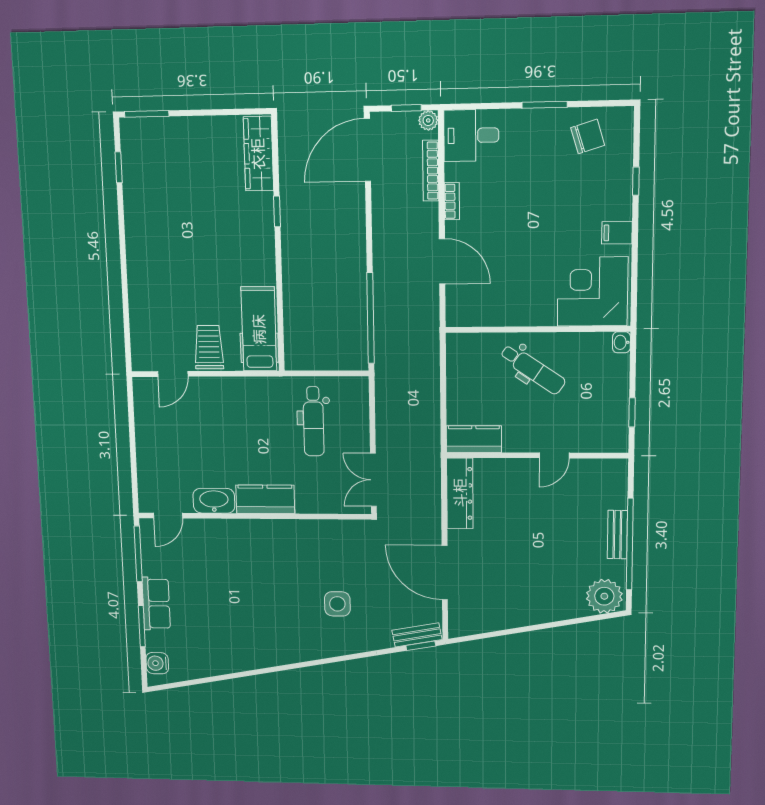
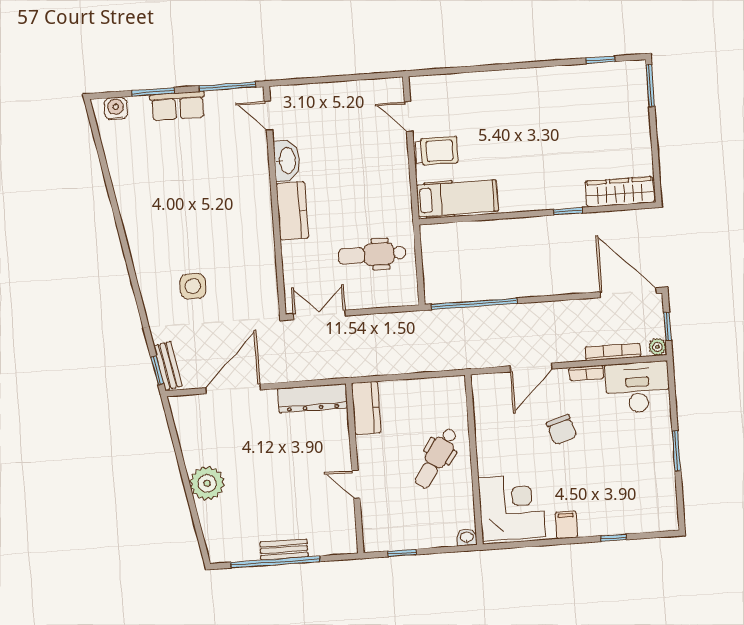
desk: (471, 135) -> (638, 387), width x1.37
chair: (588, 136) -> (562, 430), moved
plant: (604, 596) -> (207, 483), moved

